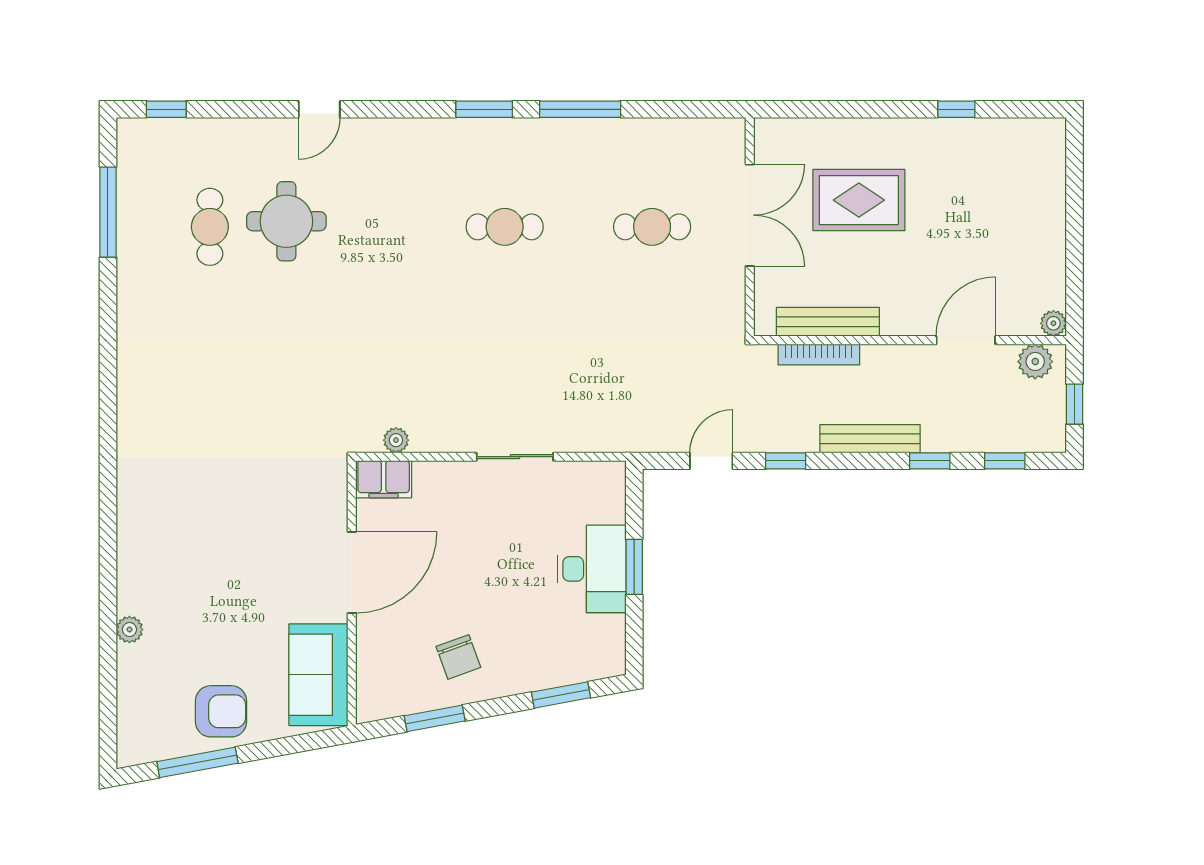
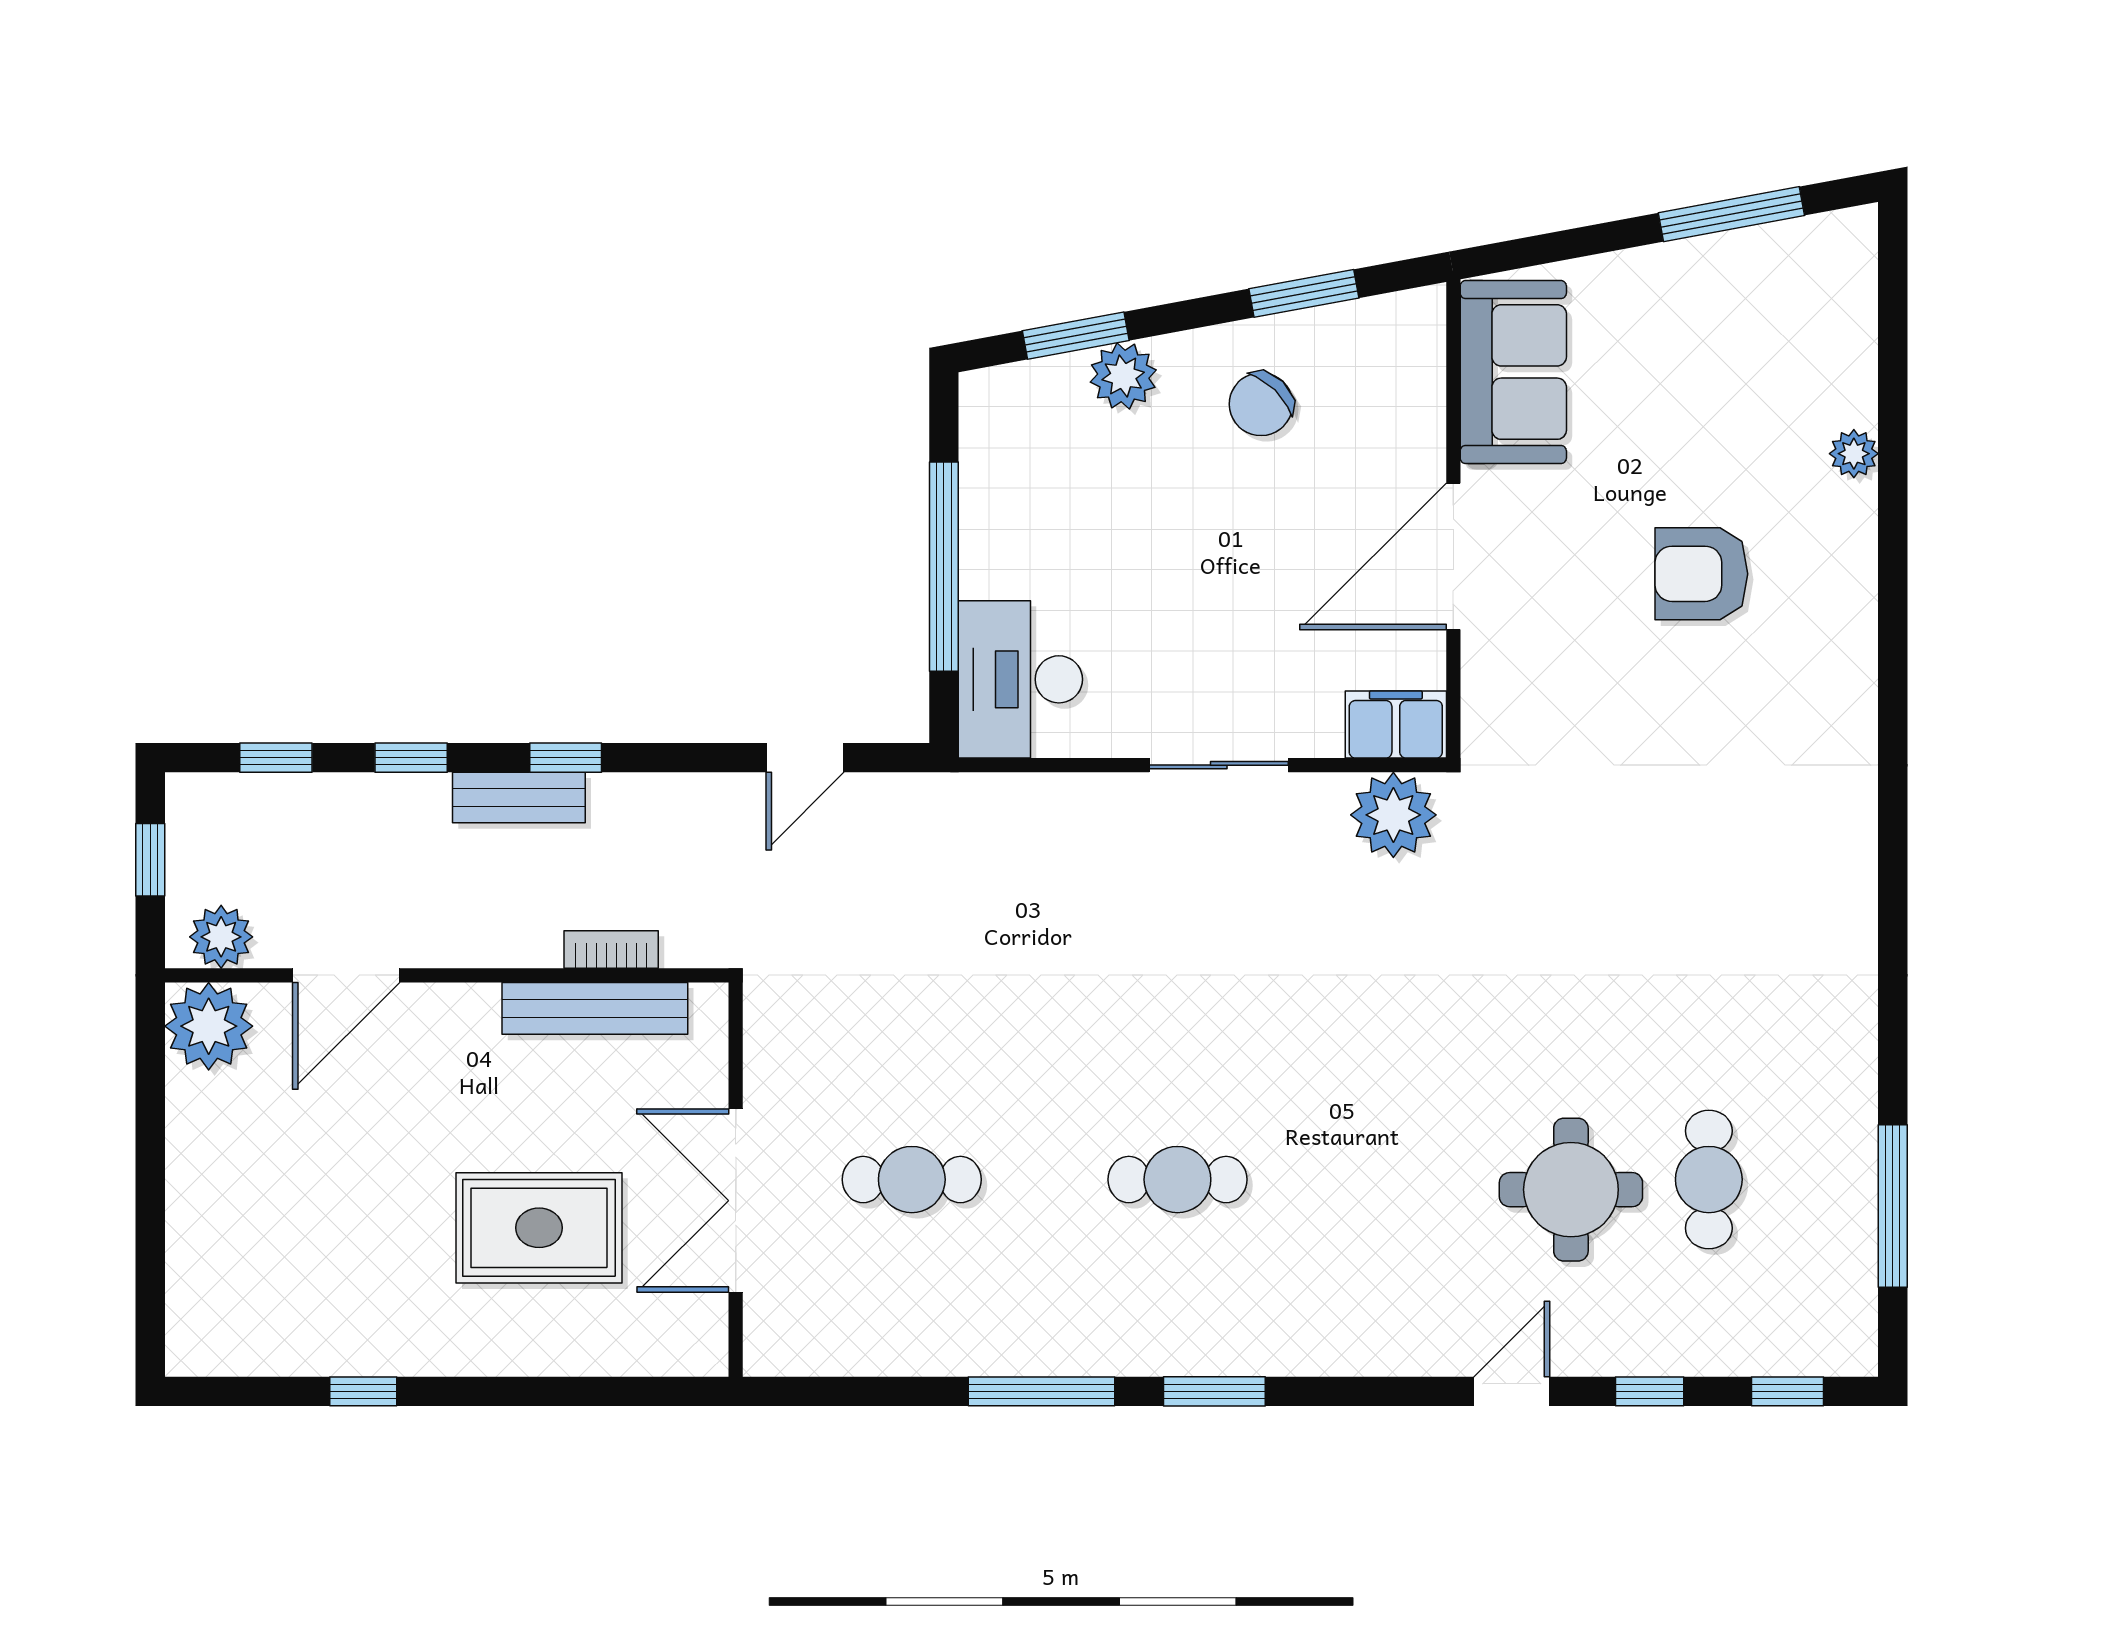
window: (243, 109) -> (1650, 1391), added
plant: (1053, 323) -> (209, 1026), width x1.87, depth x1.87
bookcase: (819, 354) -> (611, 949), width x0.64
bench: (870, 439) -> (519, 798), width x0.73
plant: (396, 440) -> (1393, 815), width x1.88, depth x1.88
sliding door: (515, 457) -> (1219, 765), moved
window: (786, 461) -> (566, 758), moved
window: (634, 567) -> (944, 567), width x2.11
desk: (592, 569) -> (1020, 679), moved
chair: (458, 657) -> (1261, 404), turned -116
plant: (535, 673) -> (1123, 376), added
armchair: (221, 711) -> (1701, 574), moved

